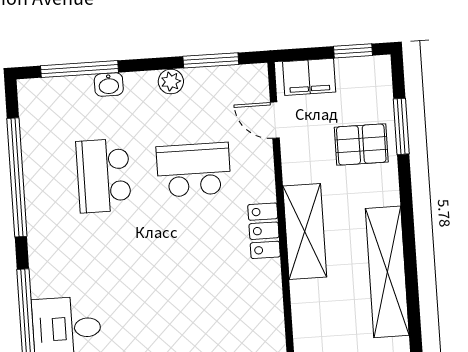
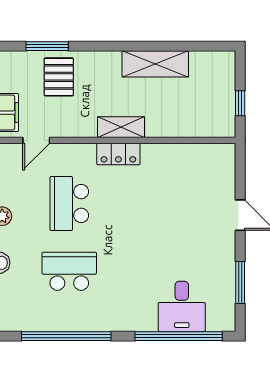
school desk: (104, 176) -> (69, 271), turned 180
shelving: (305, 232) -> (121, 127), width x0.67, depth x0.75
shelving: (387, 272) -> (155, 64), width x0.68

